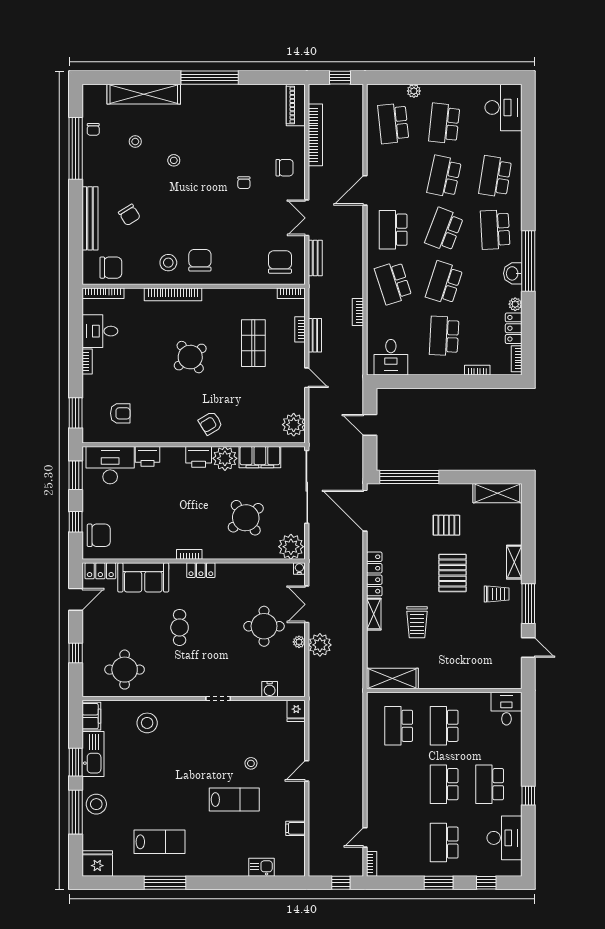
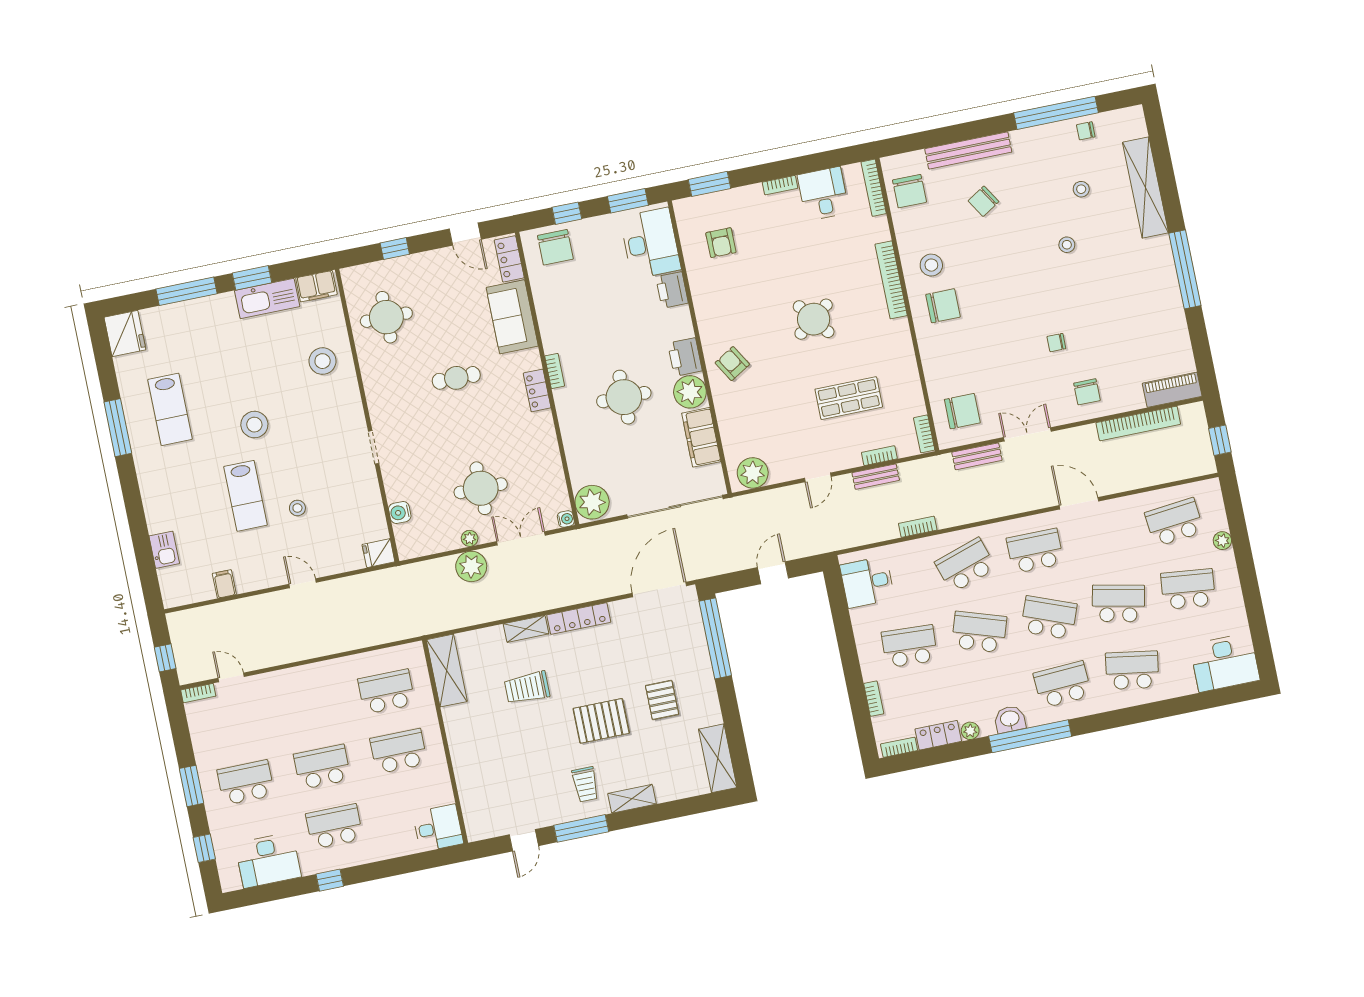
round table: (246, 518) -> (624, 397), moved, turned 37
stool: (96, 804) -> (254, 425), moved

